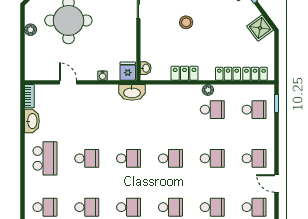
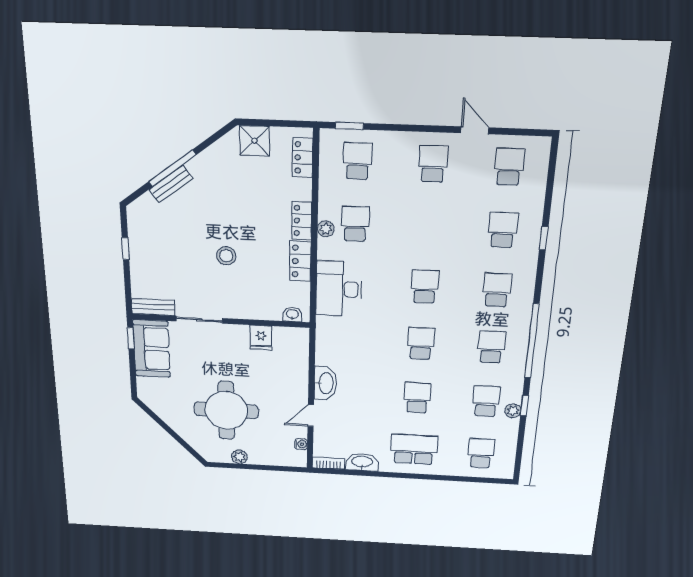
shower: (260, 28) -> (254, 141), moved, turned 36
fridge: (128, 71) -> (261, 338), moved, turned -90
locker: (228, 74) -> (302, 221), moved
water cooler: (103, 76) -> (301, 444), moved
washbasin: (132, 92) -> (325, 383), moved
desk: (166, 100) -> (339, 289), added
school desk: (212, 158) -> (429, 227), removed
door: (276, 183) -> (475, 130), swing flipped

